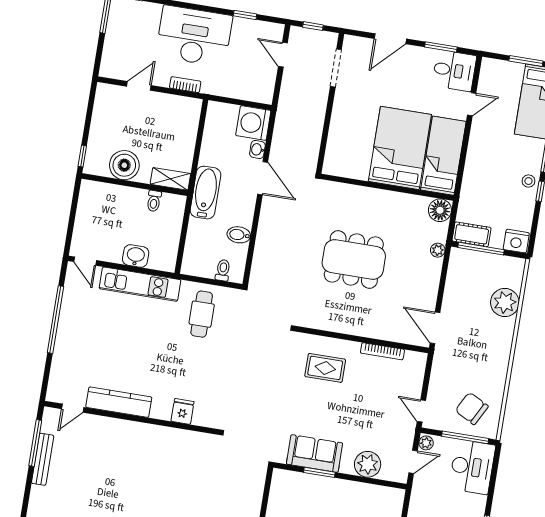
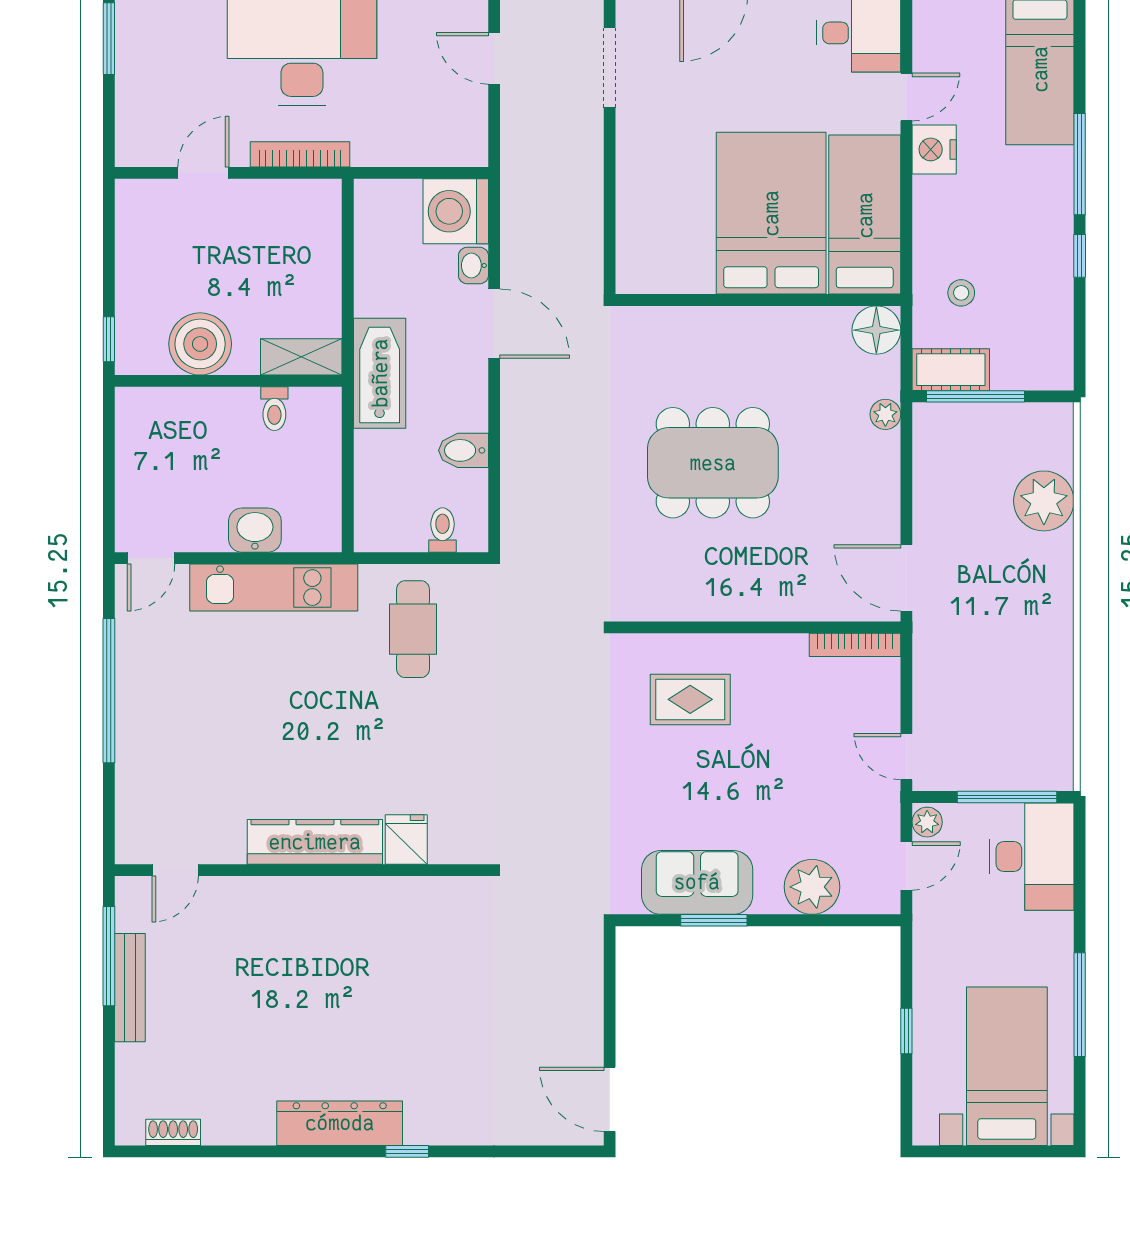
bookcase: (185, 85) -> (300, 154), width x1.56
stool: (528, 181) -> (961, 293), moved
nightstand: (516, 241) -> (934, 149), moved, turned 90
door: (85, 261) -> (151, 558), hinge flipped
bookcase: (382, 351) -> (855, 645), moved
kitchen counter: (119, 402) -> (315, 842), moved
chair: (472, 408) -> (1011, 734), removed

